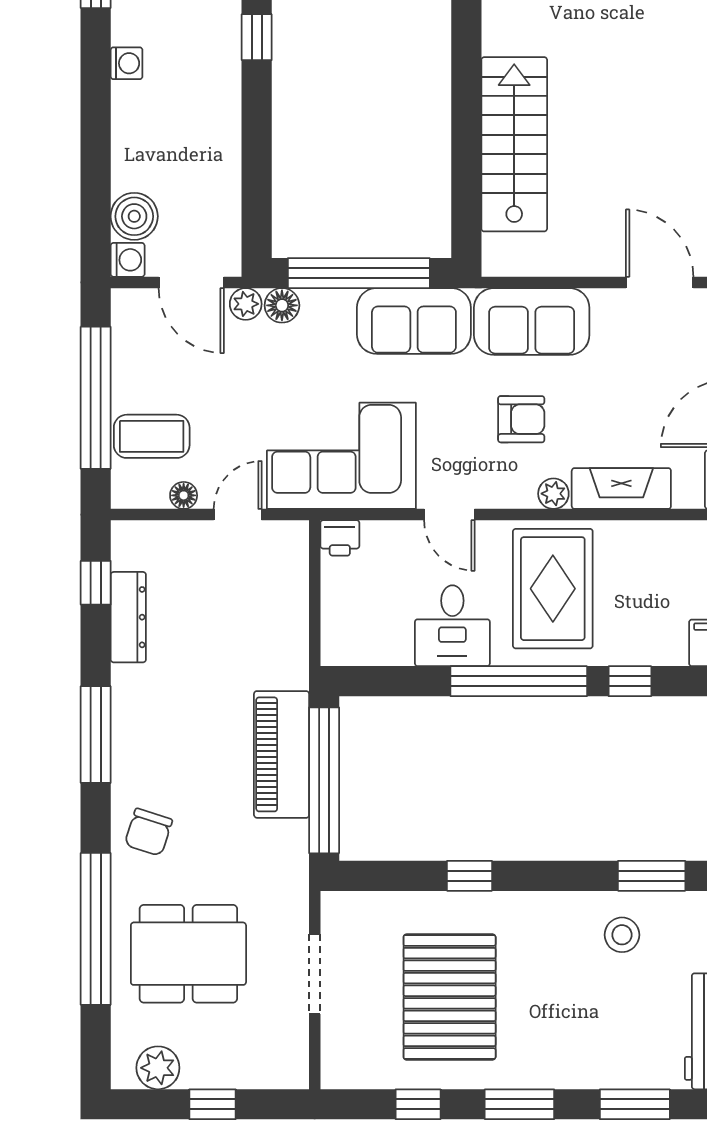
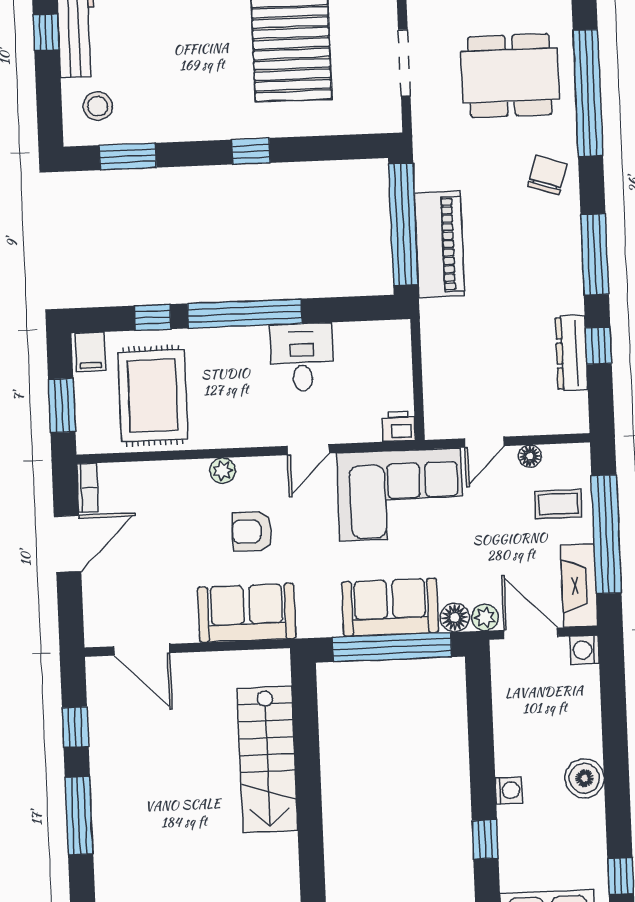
washing machine: (127, 63) -> (509, 790), moved, turned 180
boiler: (134, 216) -> (585, 778), moved
sofa: (414, 321) -> (390, 607), moved
coffee table: (152, 436) -> (558, 504), width x0.73, depth x0.77
fireplace: (621, 489) -> (579, 585), moved, turned 90
door: (449, 515) -> (308, 450), swing flipped
window: (96, 583) -> (598, 346), moved
rug: (553, 589) -> (153, 396), moved
window: (470, 876) -> (251, 151), moved
stool: (622, 935) -> (98, 106), moved

